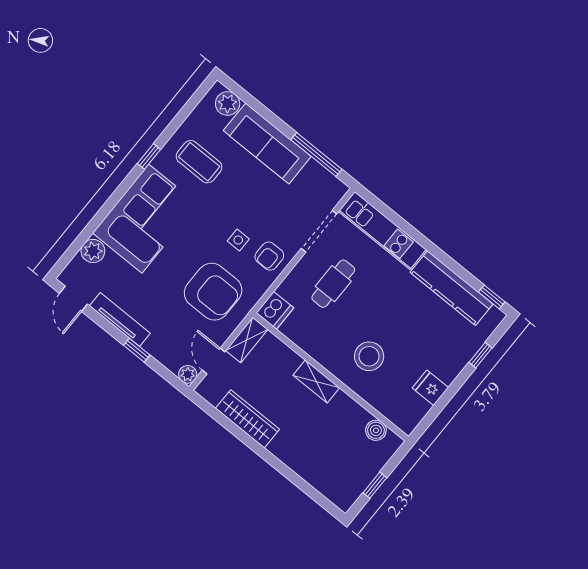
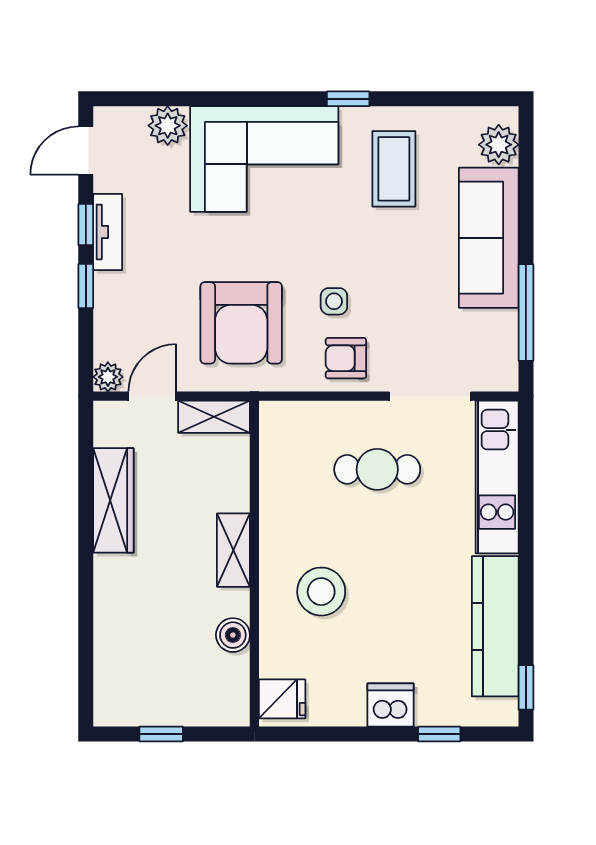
dishwasher: (275, 310) -> (391, 705), moved, turned 180
tv unit: (120, 319) -> (108, 232), width x0.71
window: (108, 327) -> (86, 225), added
fridge: (430, 388) -> (282, 699), moved, turned 90
boiler: (376, 430) -> (233, 635), moved

